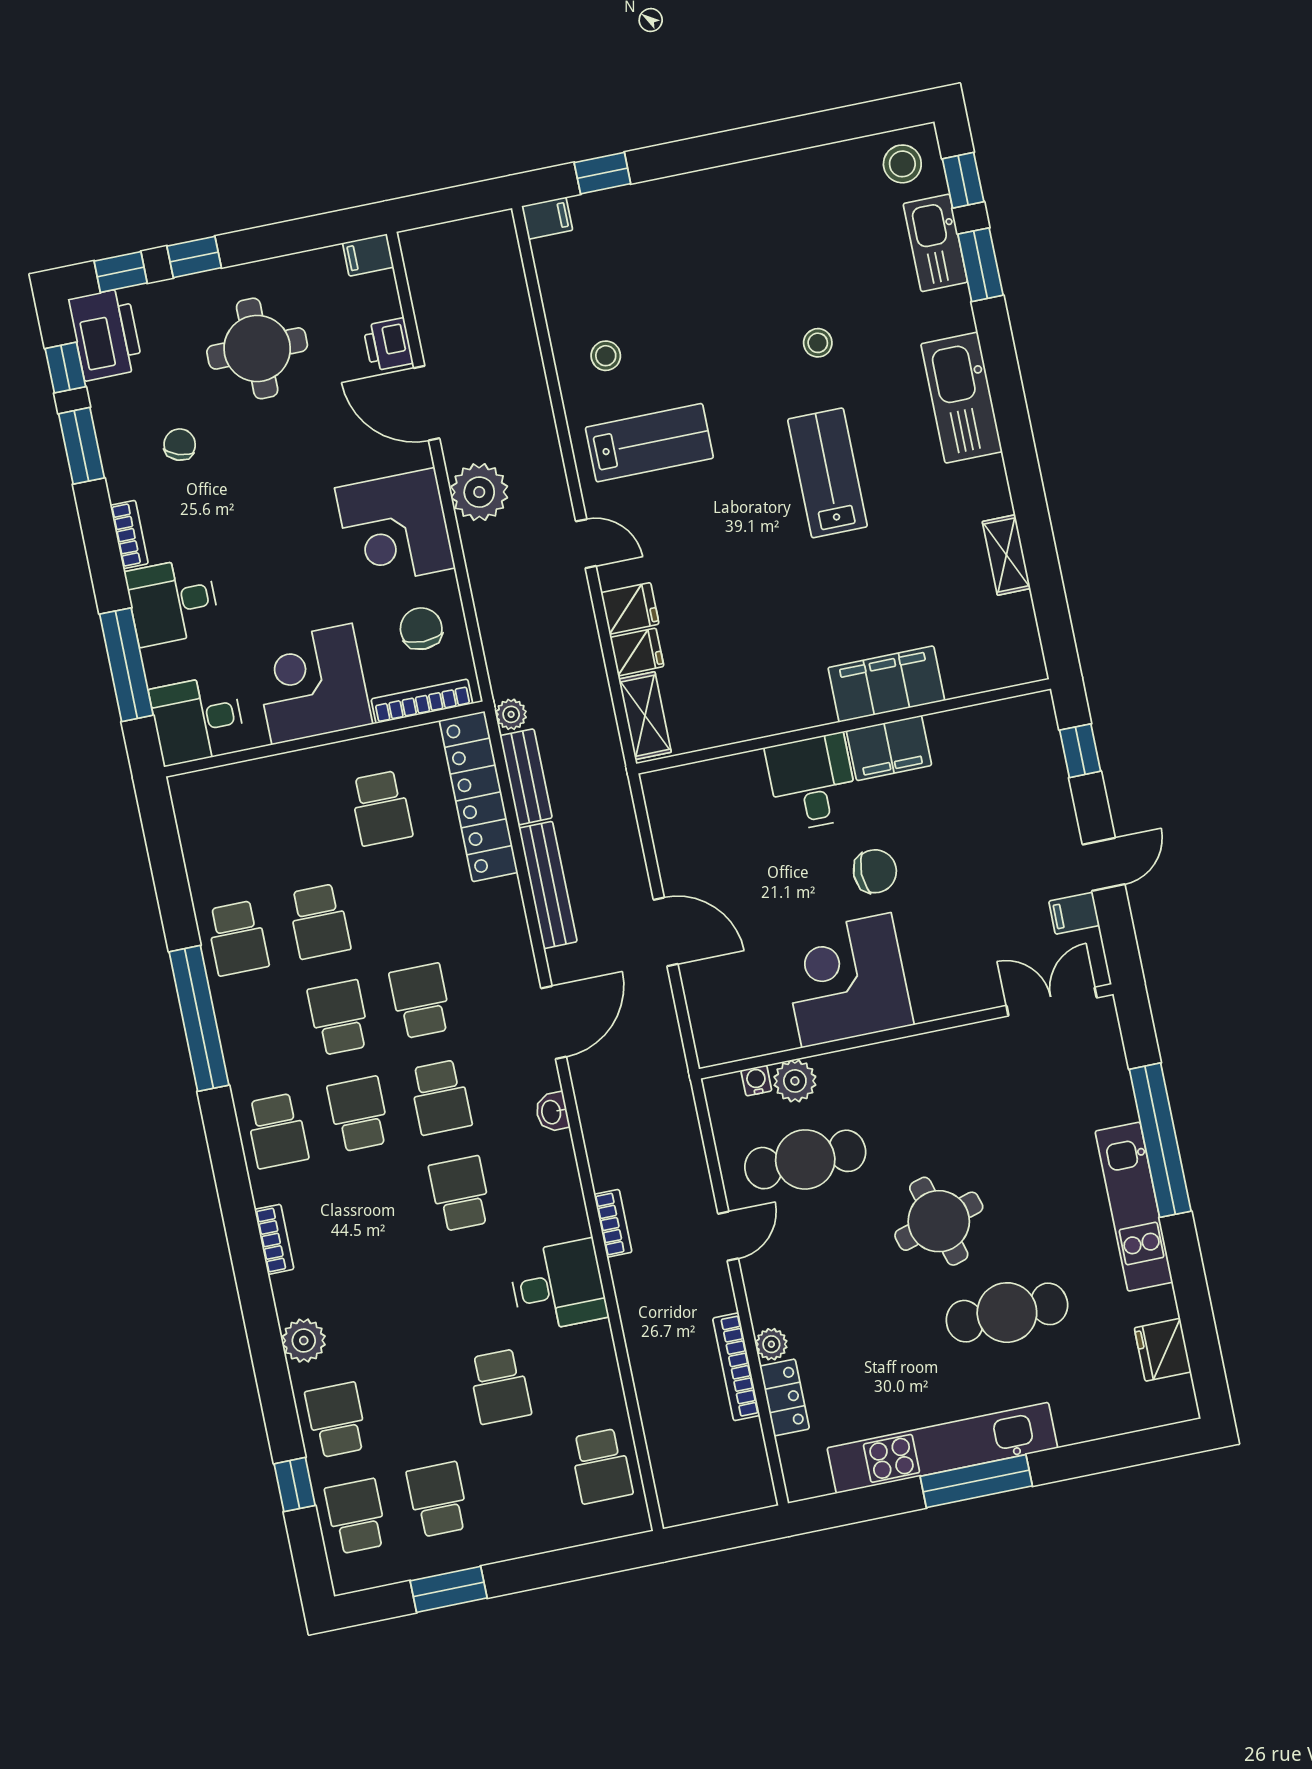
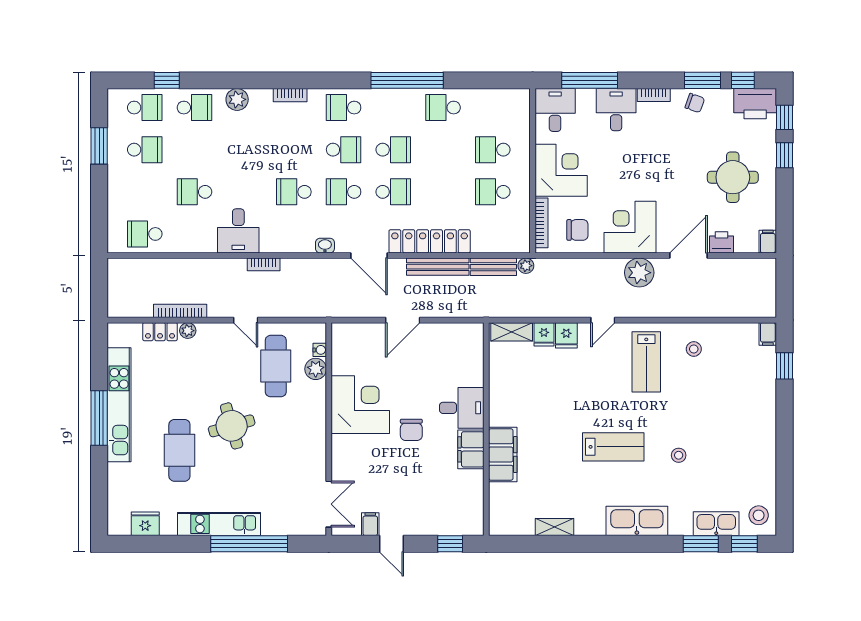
chair: (180, 445) -> (695, 103), moved
locker: (479, 796) -> (430, 241), moved
school desk: (319, 921) -> (493, 150), moved
school desk: (460, 1194) -> (294, 192), turned 180

